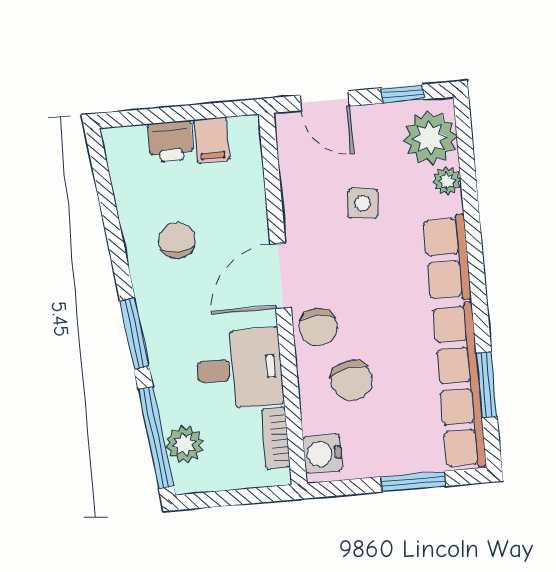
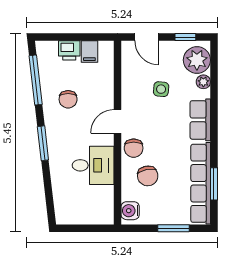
chair: (177, 240) -> (68, 99), turned 180
door: (281, 276) -> (117, 121), width x0.73
window: (156, 438) -> (36, 80), moved
bookcase: (276, 438) -> (108, 201), removed
plant: (185, 444) -> (63, 200), removed

